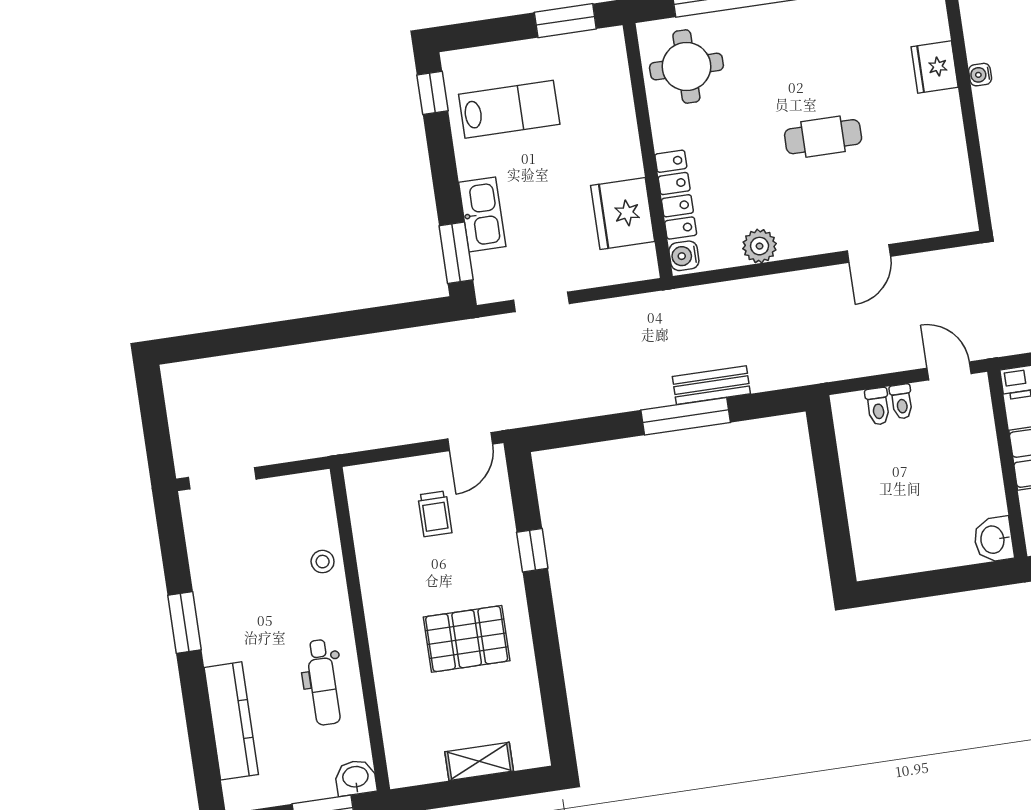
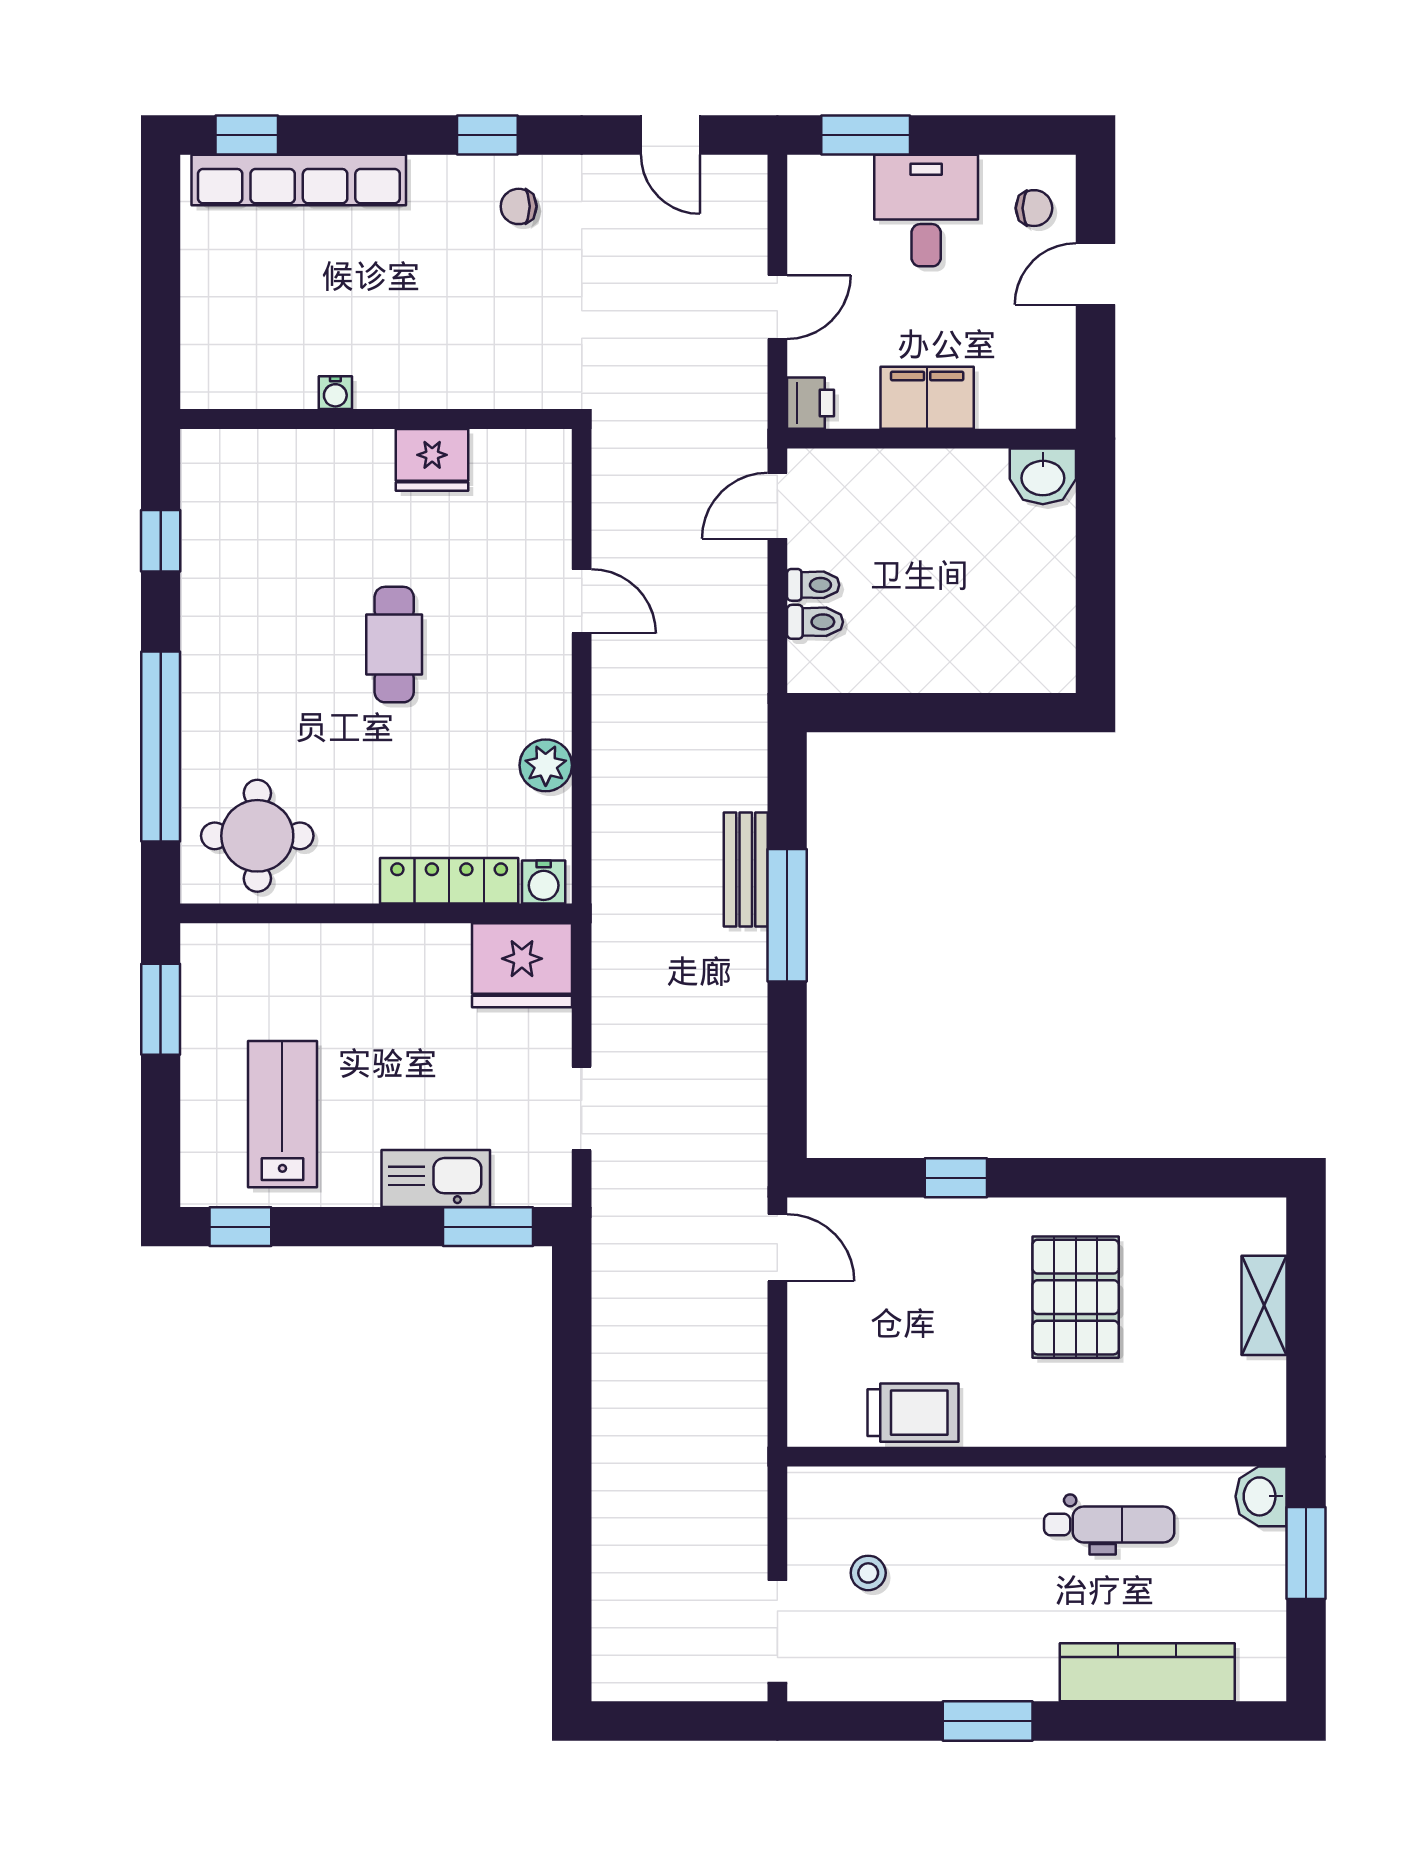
fridge: (935, 67) -> (432, 460), moved
fridge: (623, 213) -> (522, 965), moved
trolley: (435, 514) -> (913, 1413), moved, width x1.36, depth x1.39
stool: (323, 562) -> (868, 1573), moved

